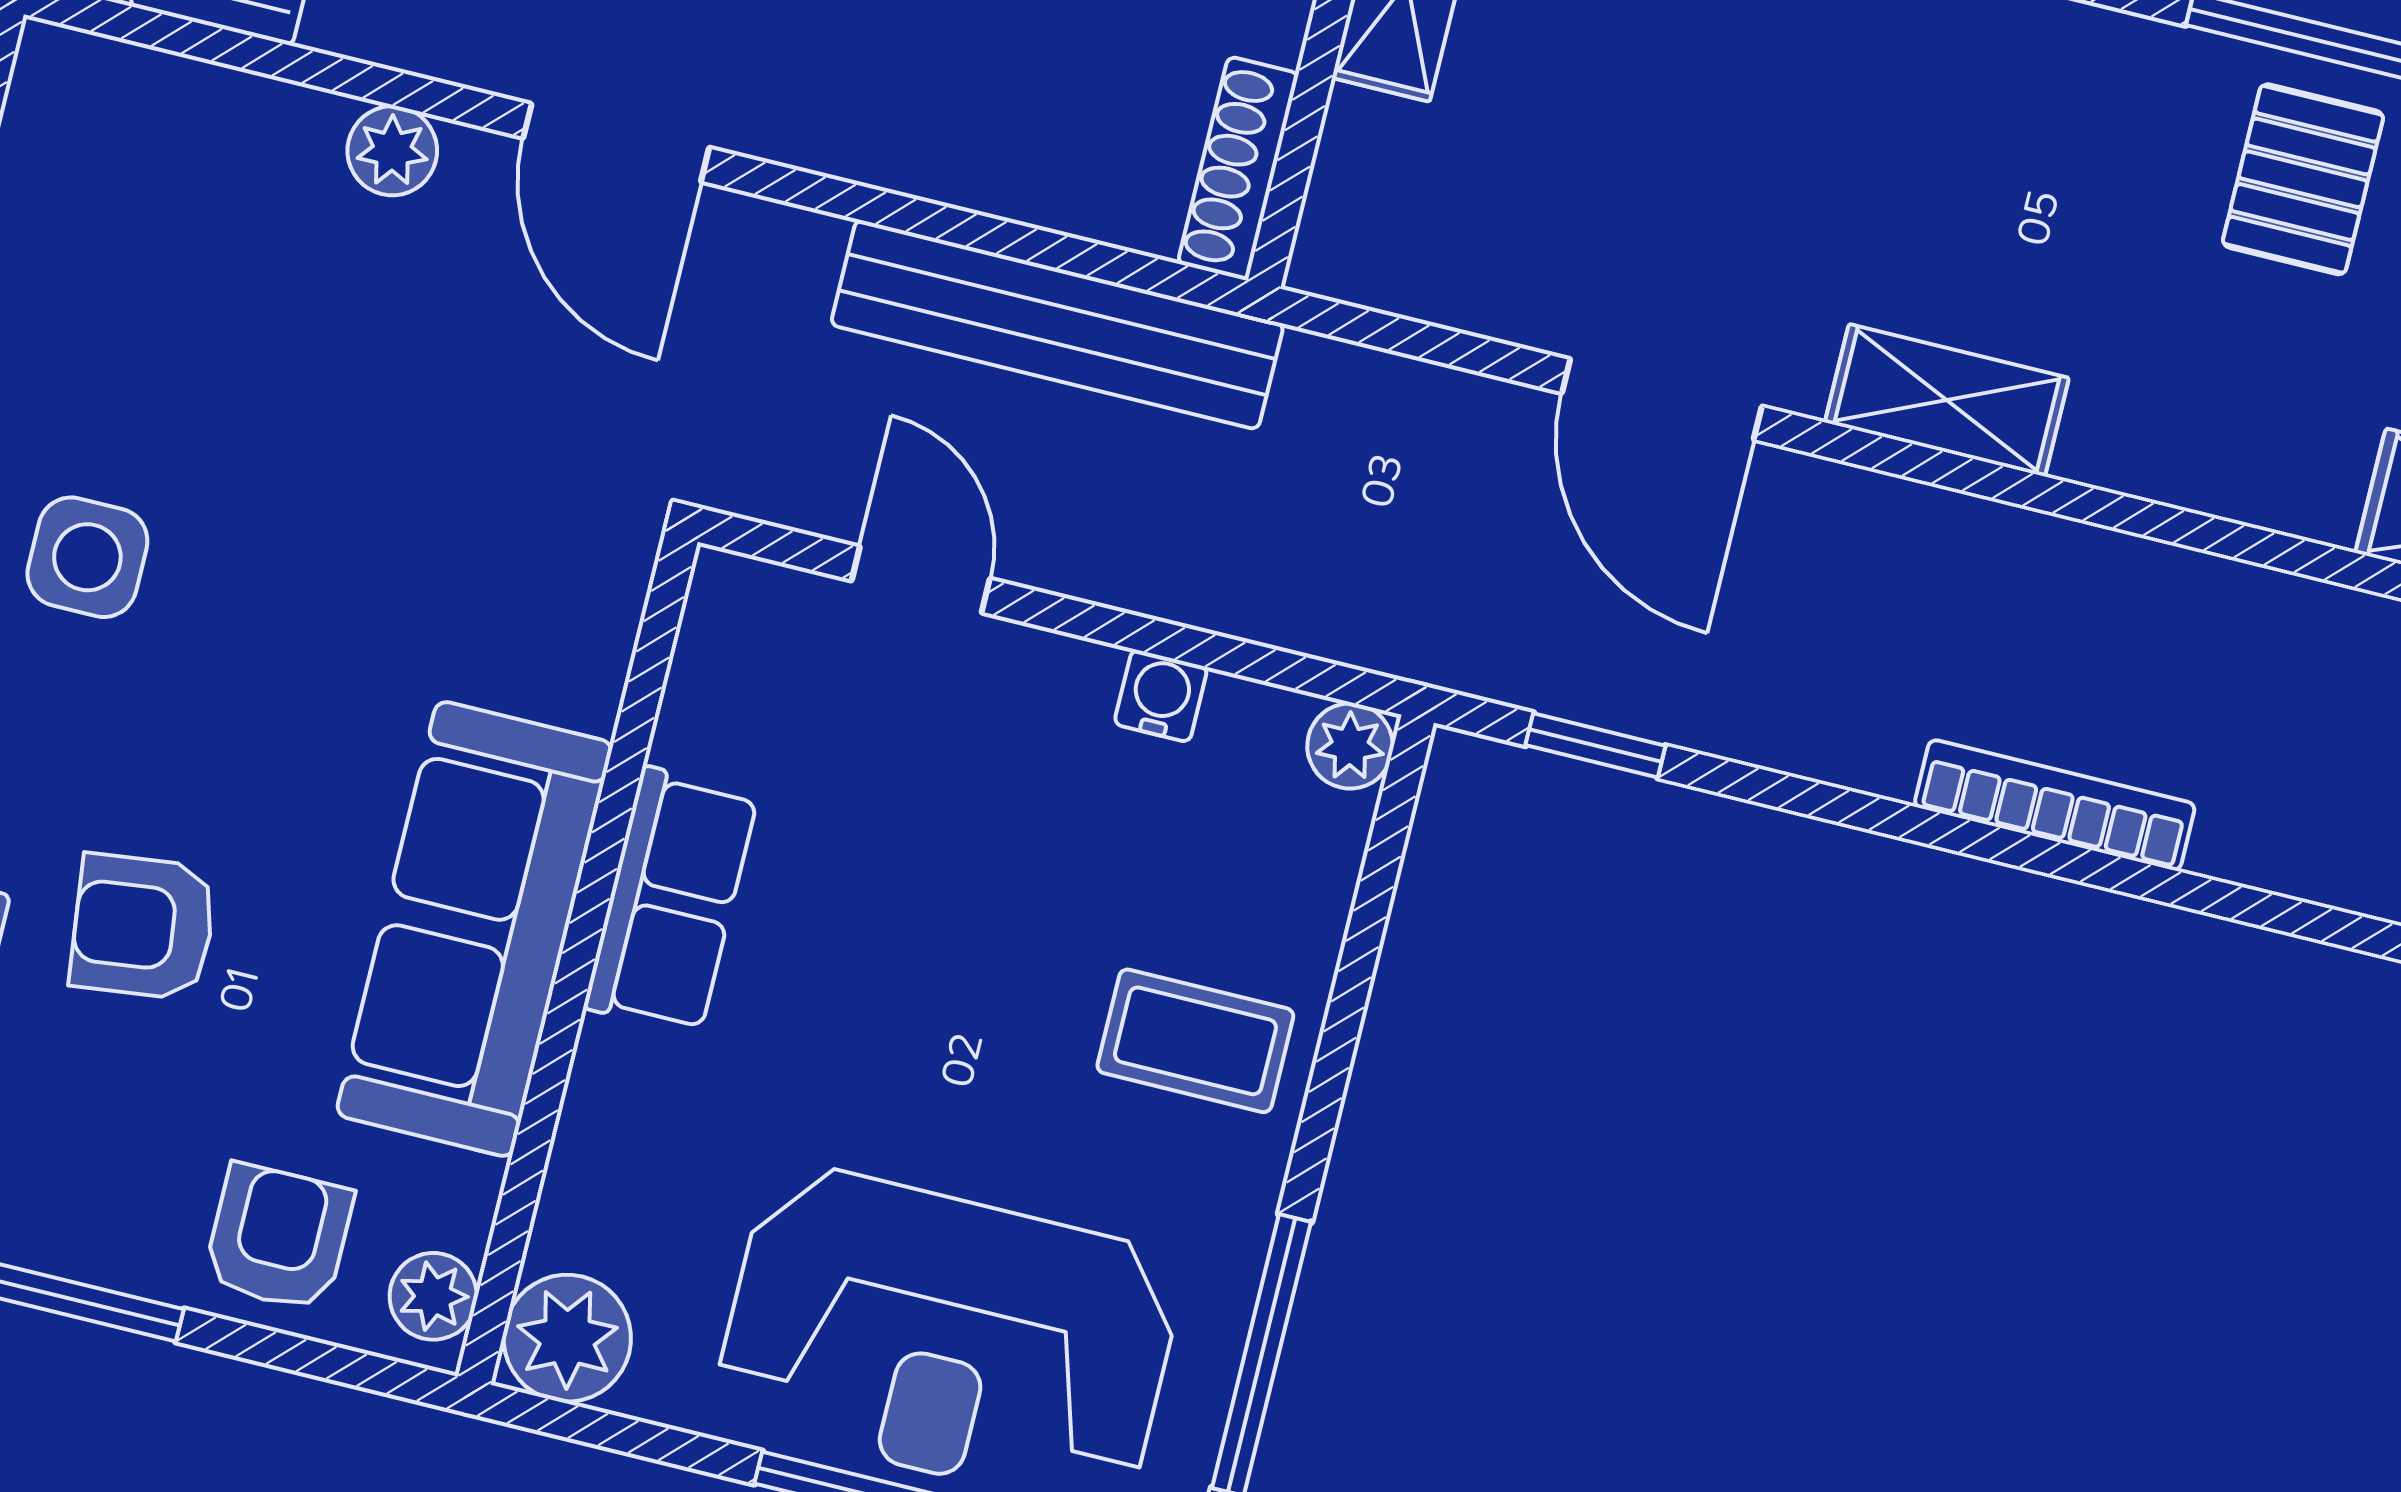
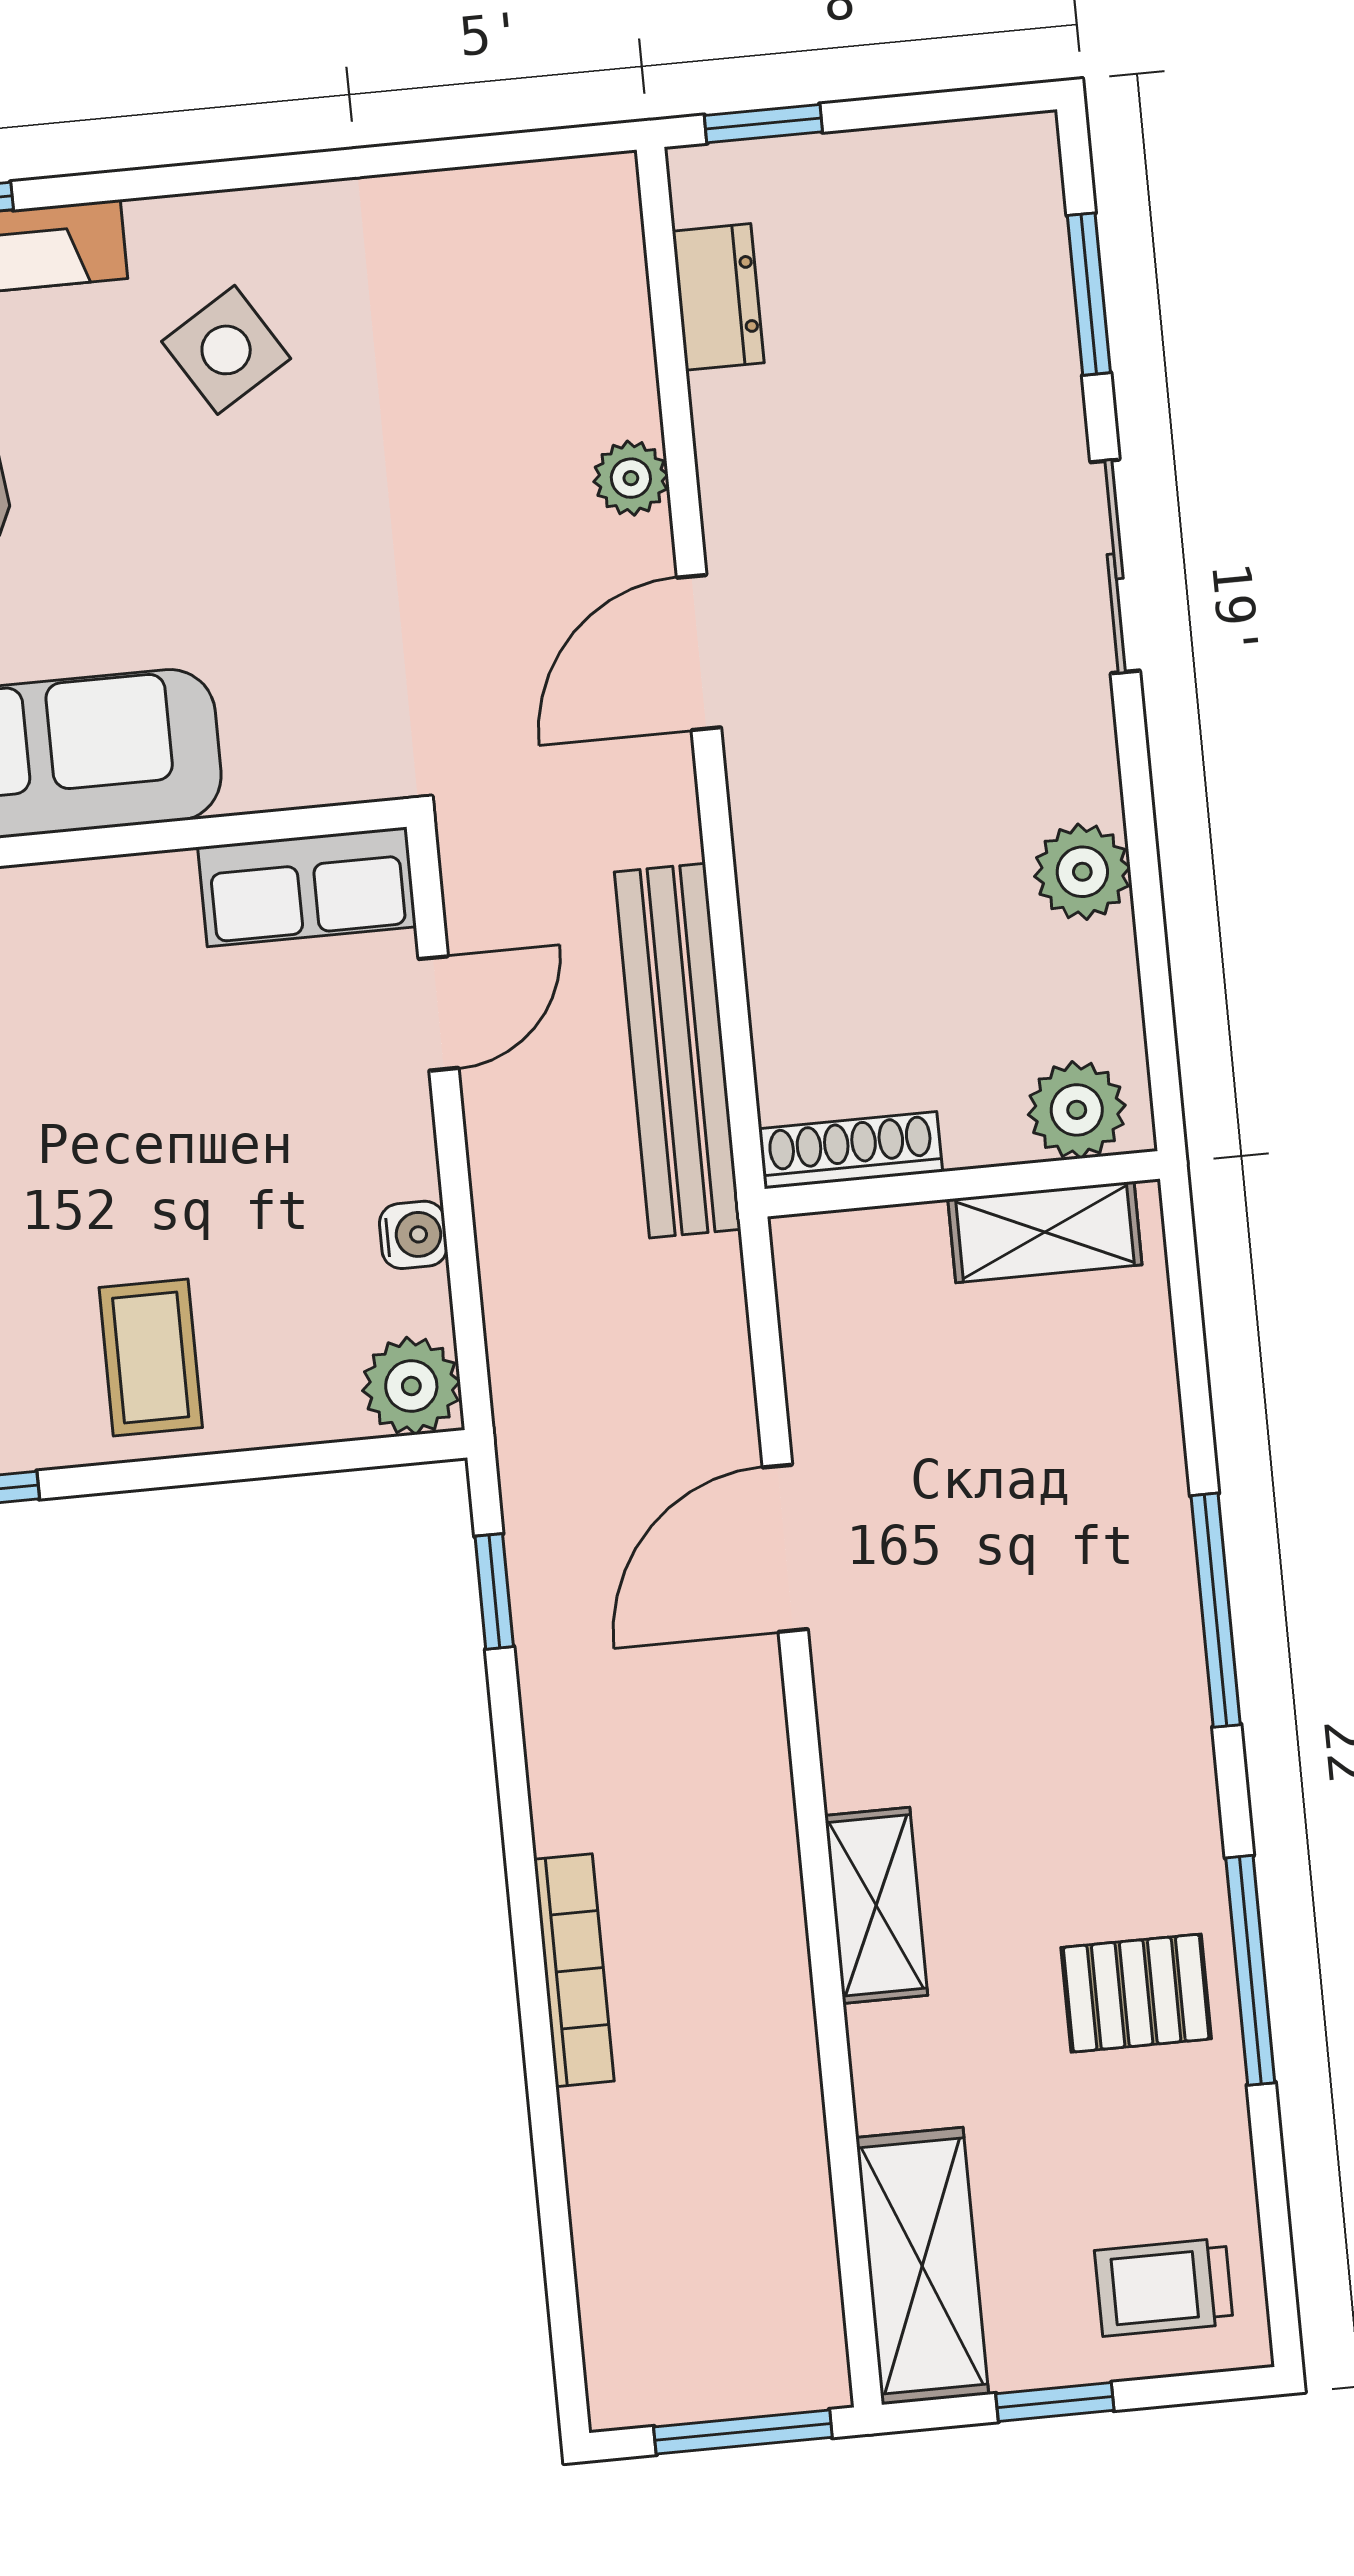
shelving: (1947, 400) -> (876, 1905), moved
side table: (87, 557) -> (226, 350), turned -32
plant: (1350, 746) -> (411, 1386), width x1.38, depth x1.38
row of seats: (671, 901) -> (307, 887), moved

